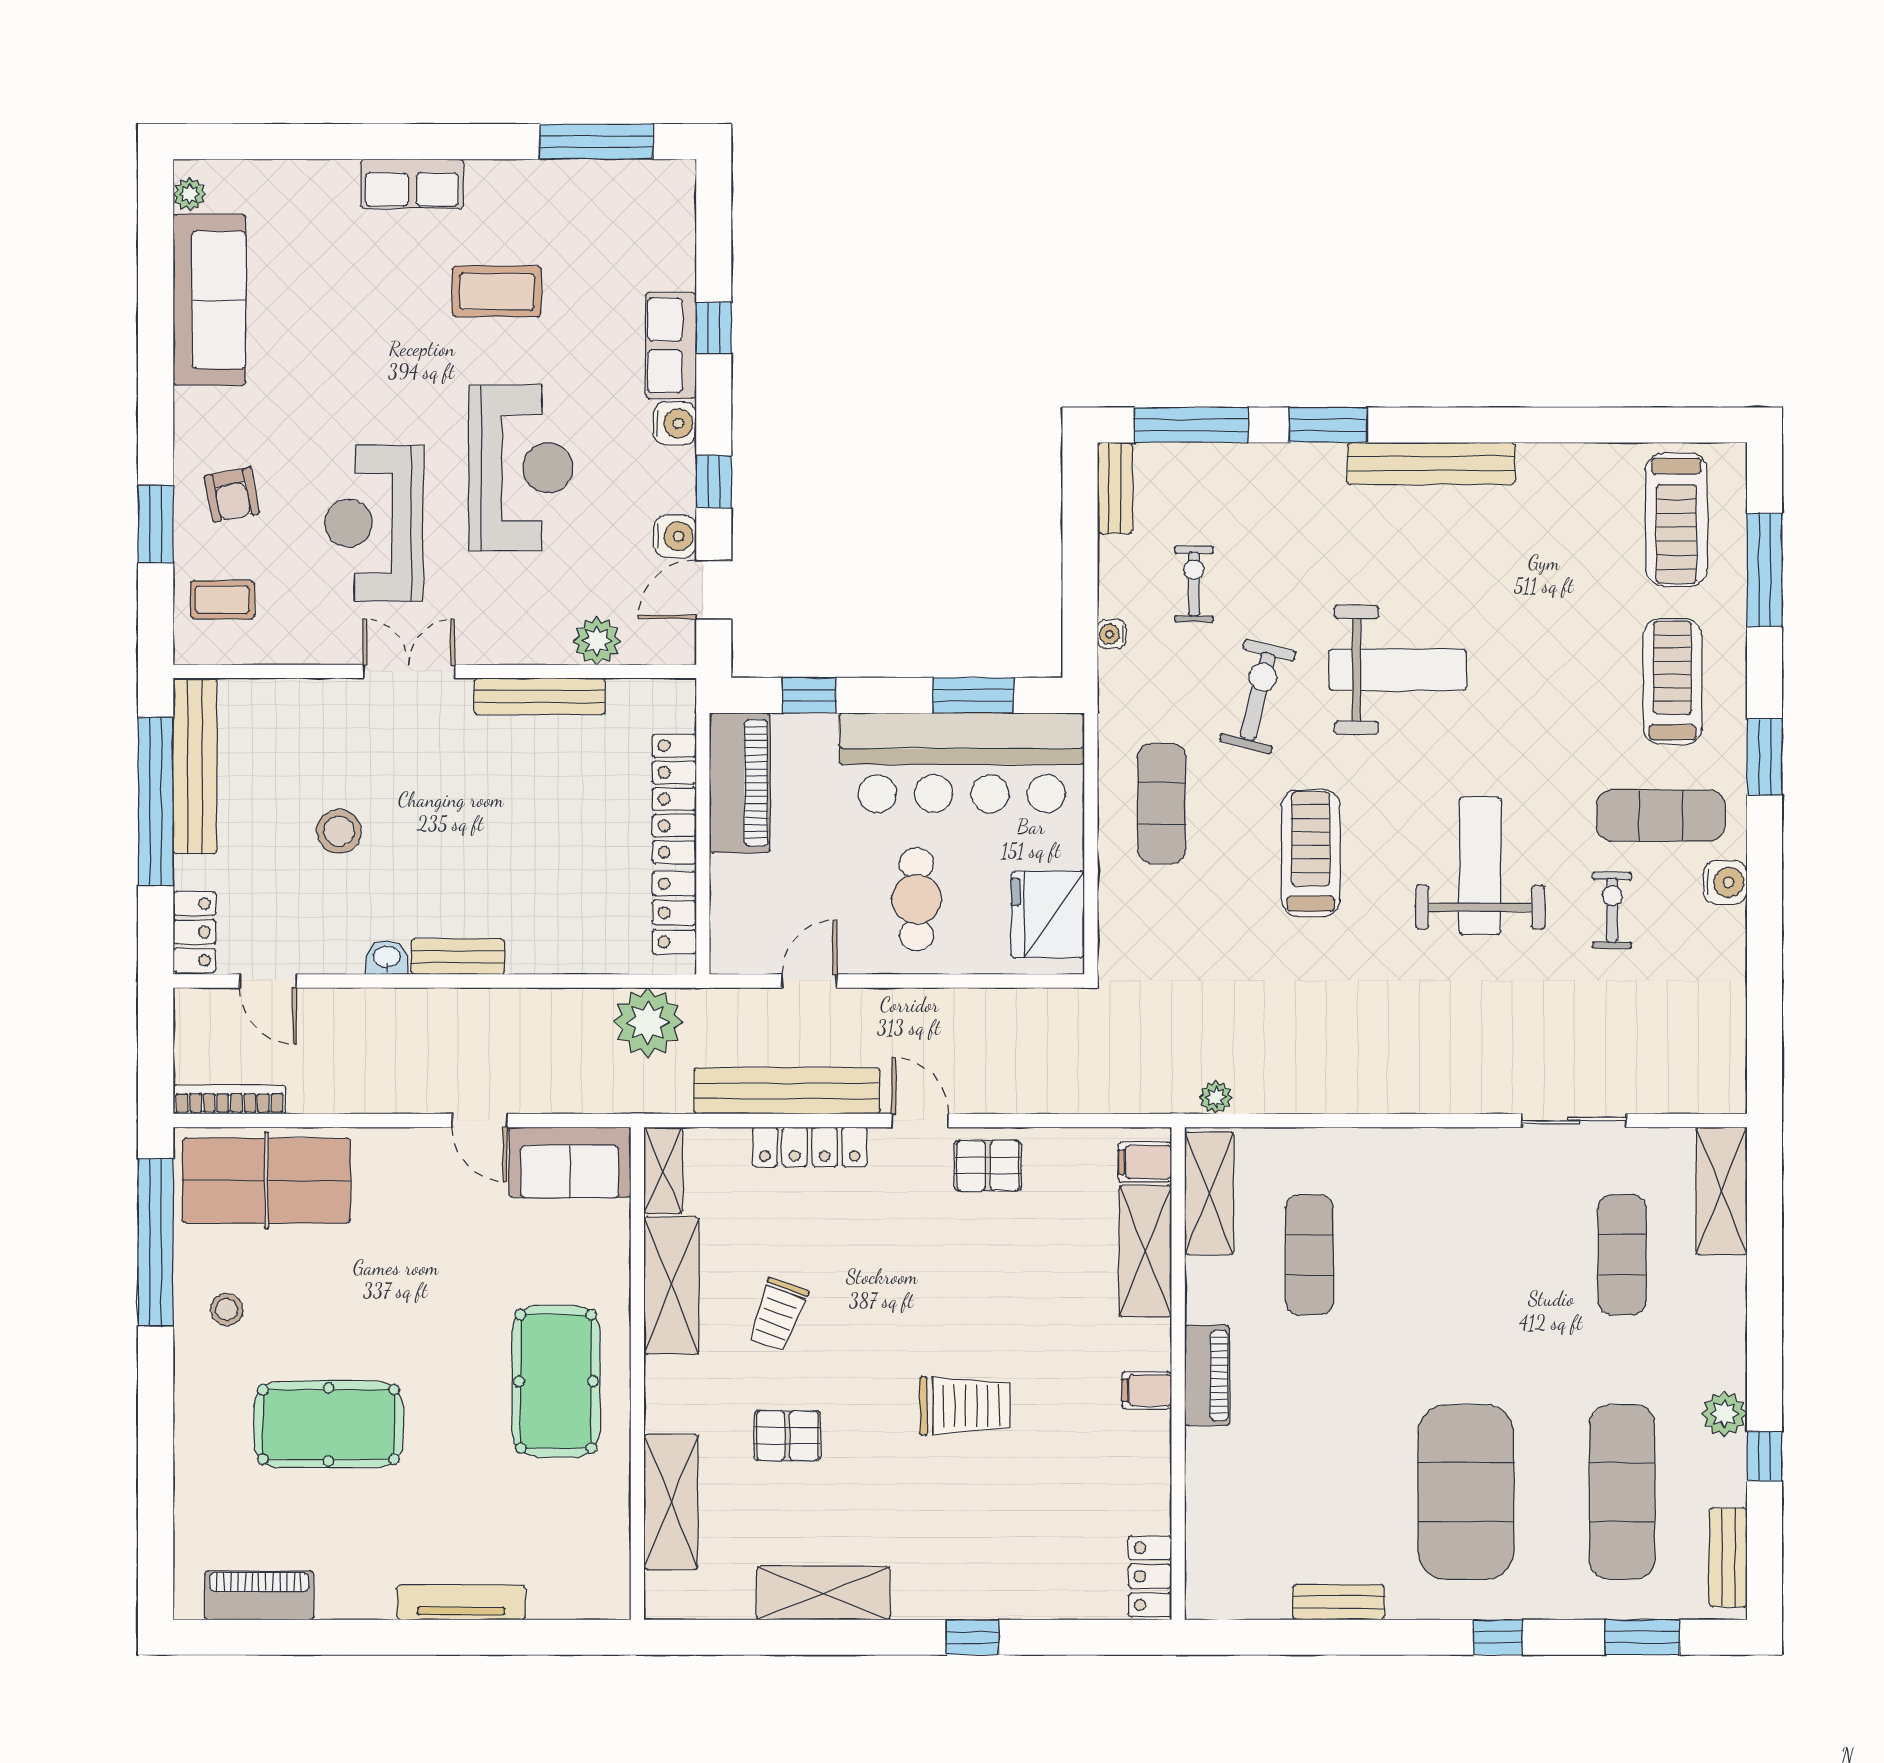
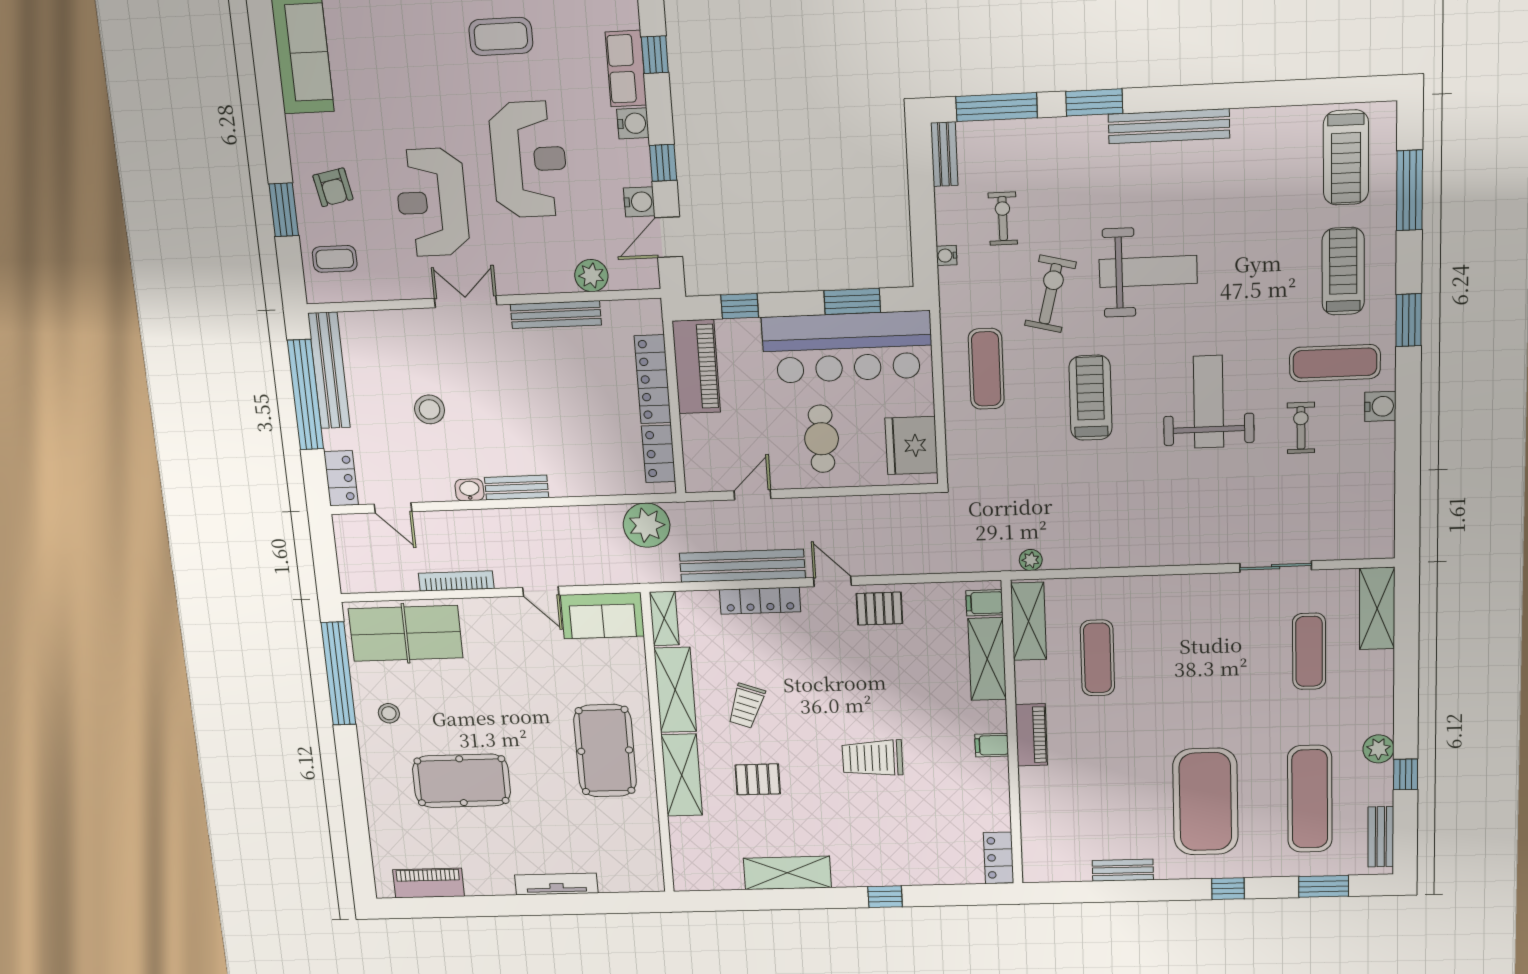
bookcase: (230, 1100) -> (456, 581), moved
trolley: (965, 1406) -> (872, 758), turned 180
shelving: (671, 1502) -> (682, 775), moved

